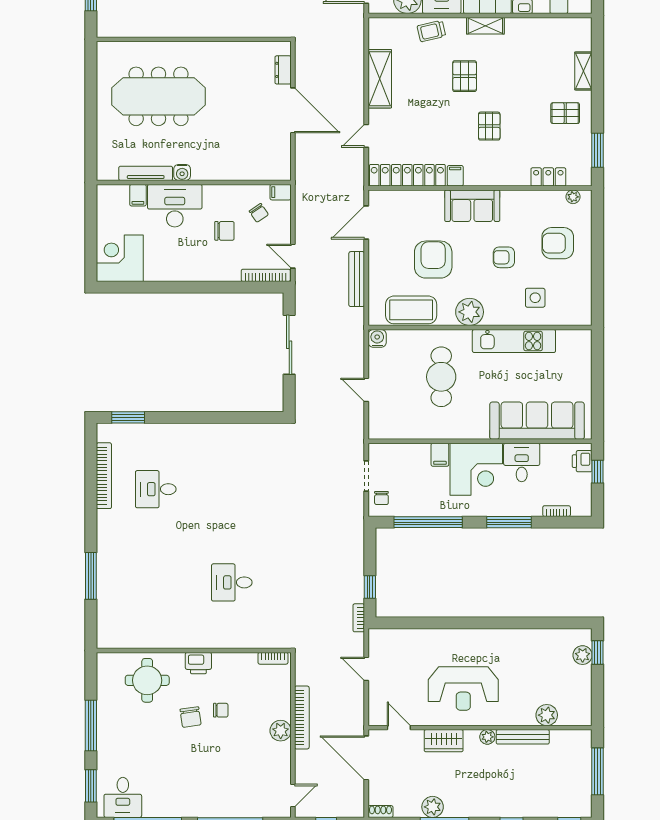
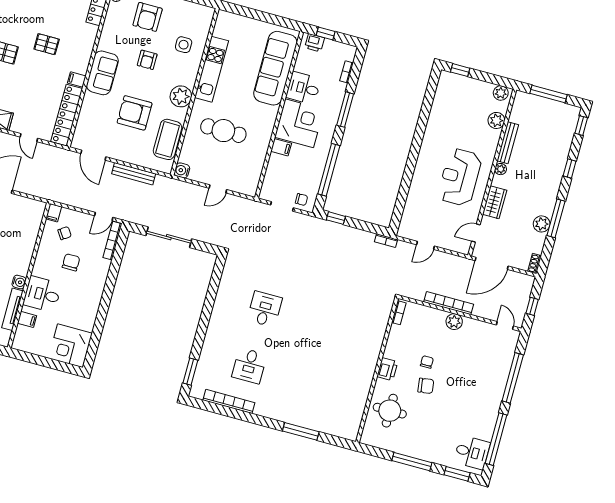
desk: (175, 206) -> (42, 294), width x0.73
desk: (232, 582) -> (265, 309), moved, turned 180
window: (370, 587) -> (336, 218), moved
plant: (583, 655) -> (501, 93), moved
reception desk: (463, 688) -> (460, 177), turned 180

